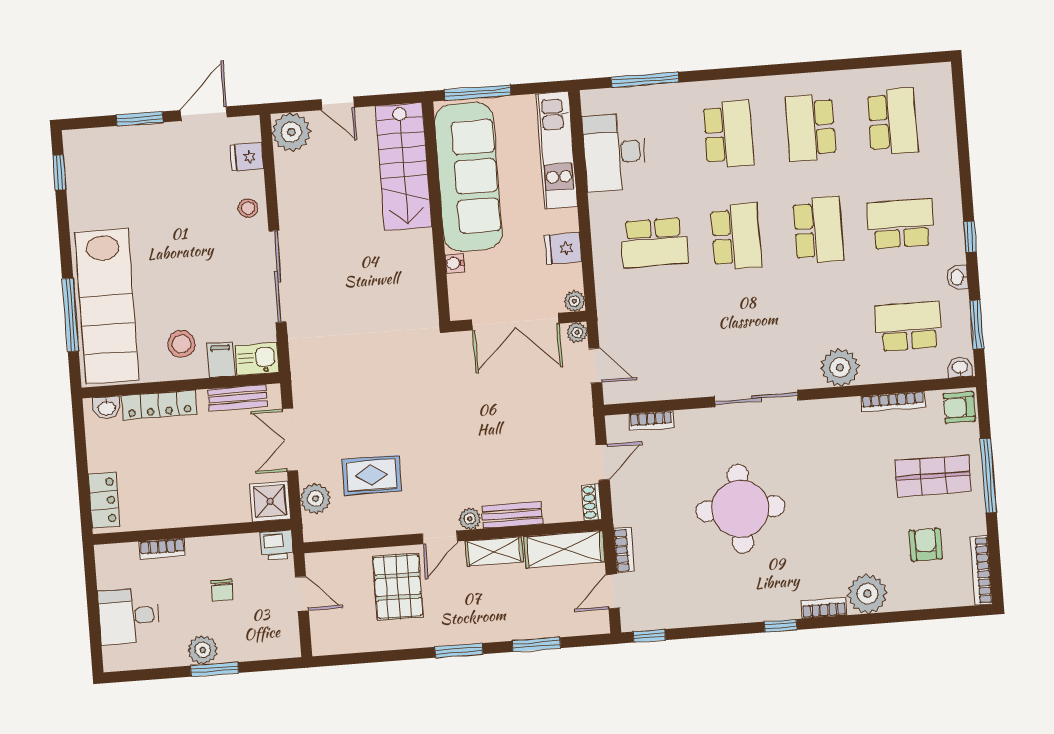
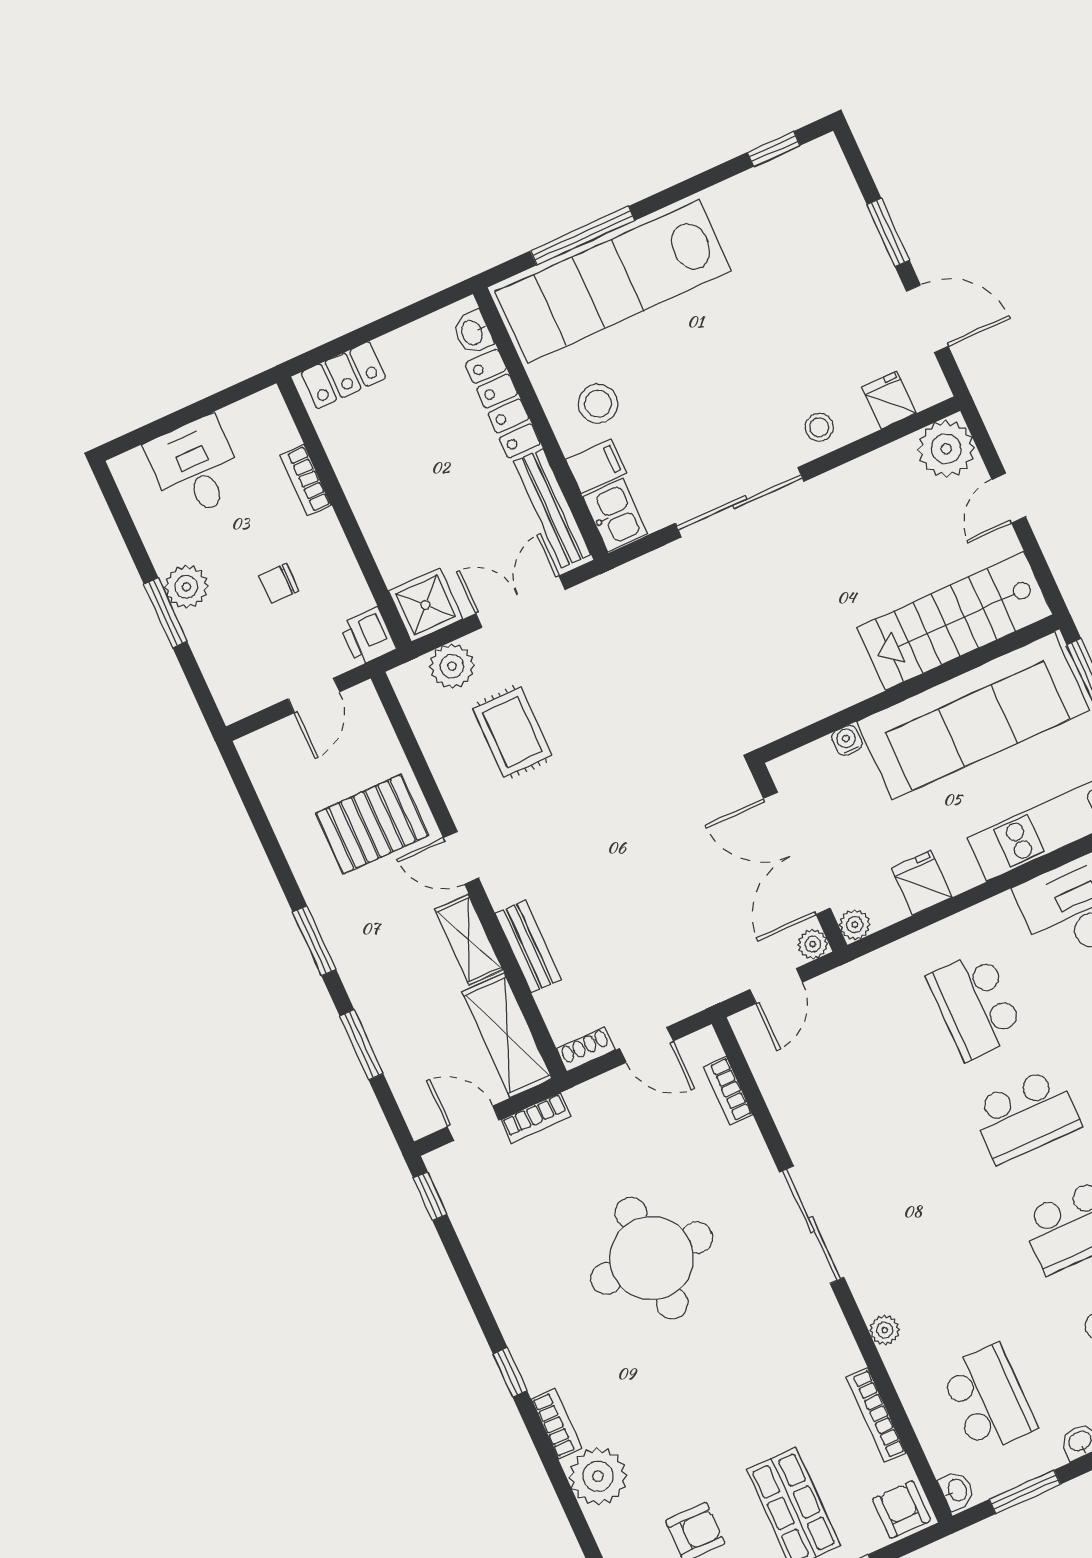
plant: (840, 367) -> (885, 1330), width x0.53, depth x0.53
bench: (238, 398) -> (552, 508), width x1.36
plant: (470, 519) -> (502, 890), removed

